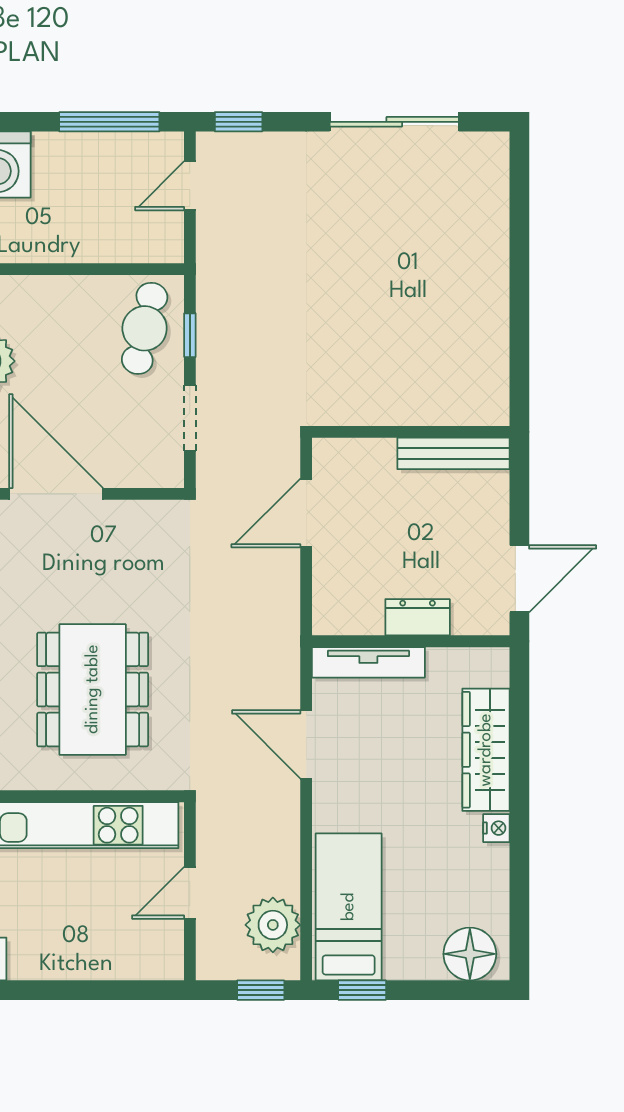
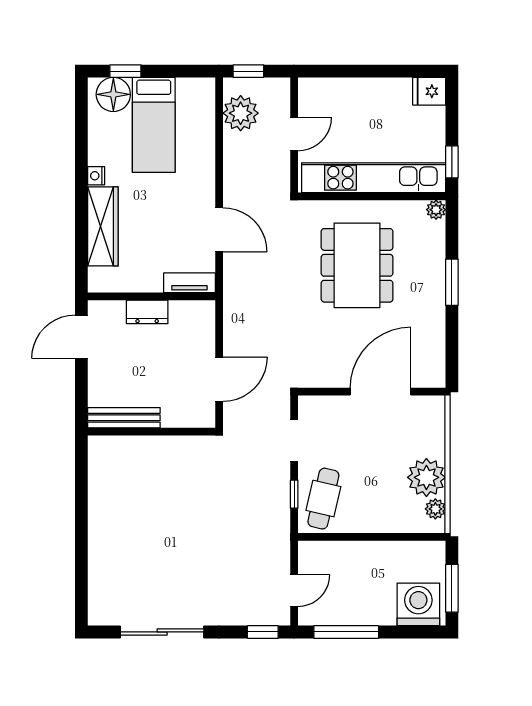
door: (56, 494) -> (381, 392), swing flipped
tv unit: (368, 662) -> (189, 283), width x0.71
bed: (349, 907) -> (154, 125), moved
window: (362, 990) -> (125, 71), moved

